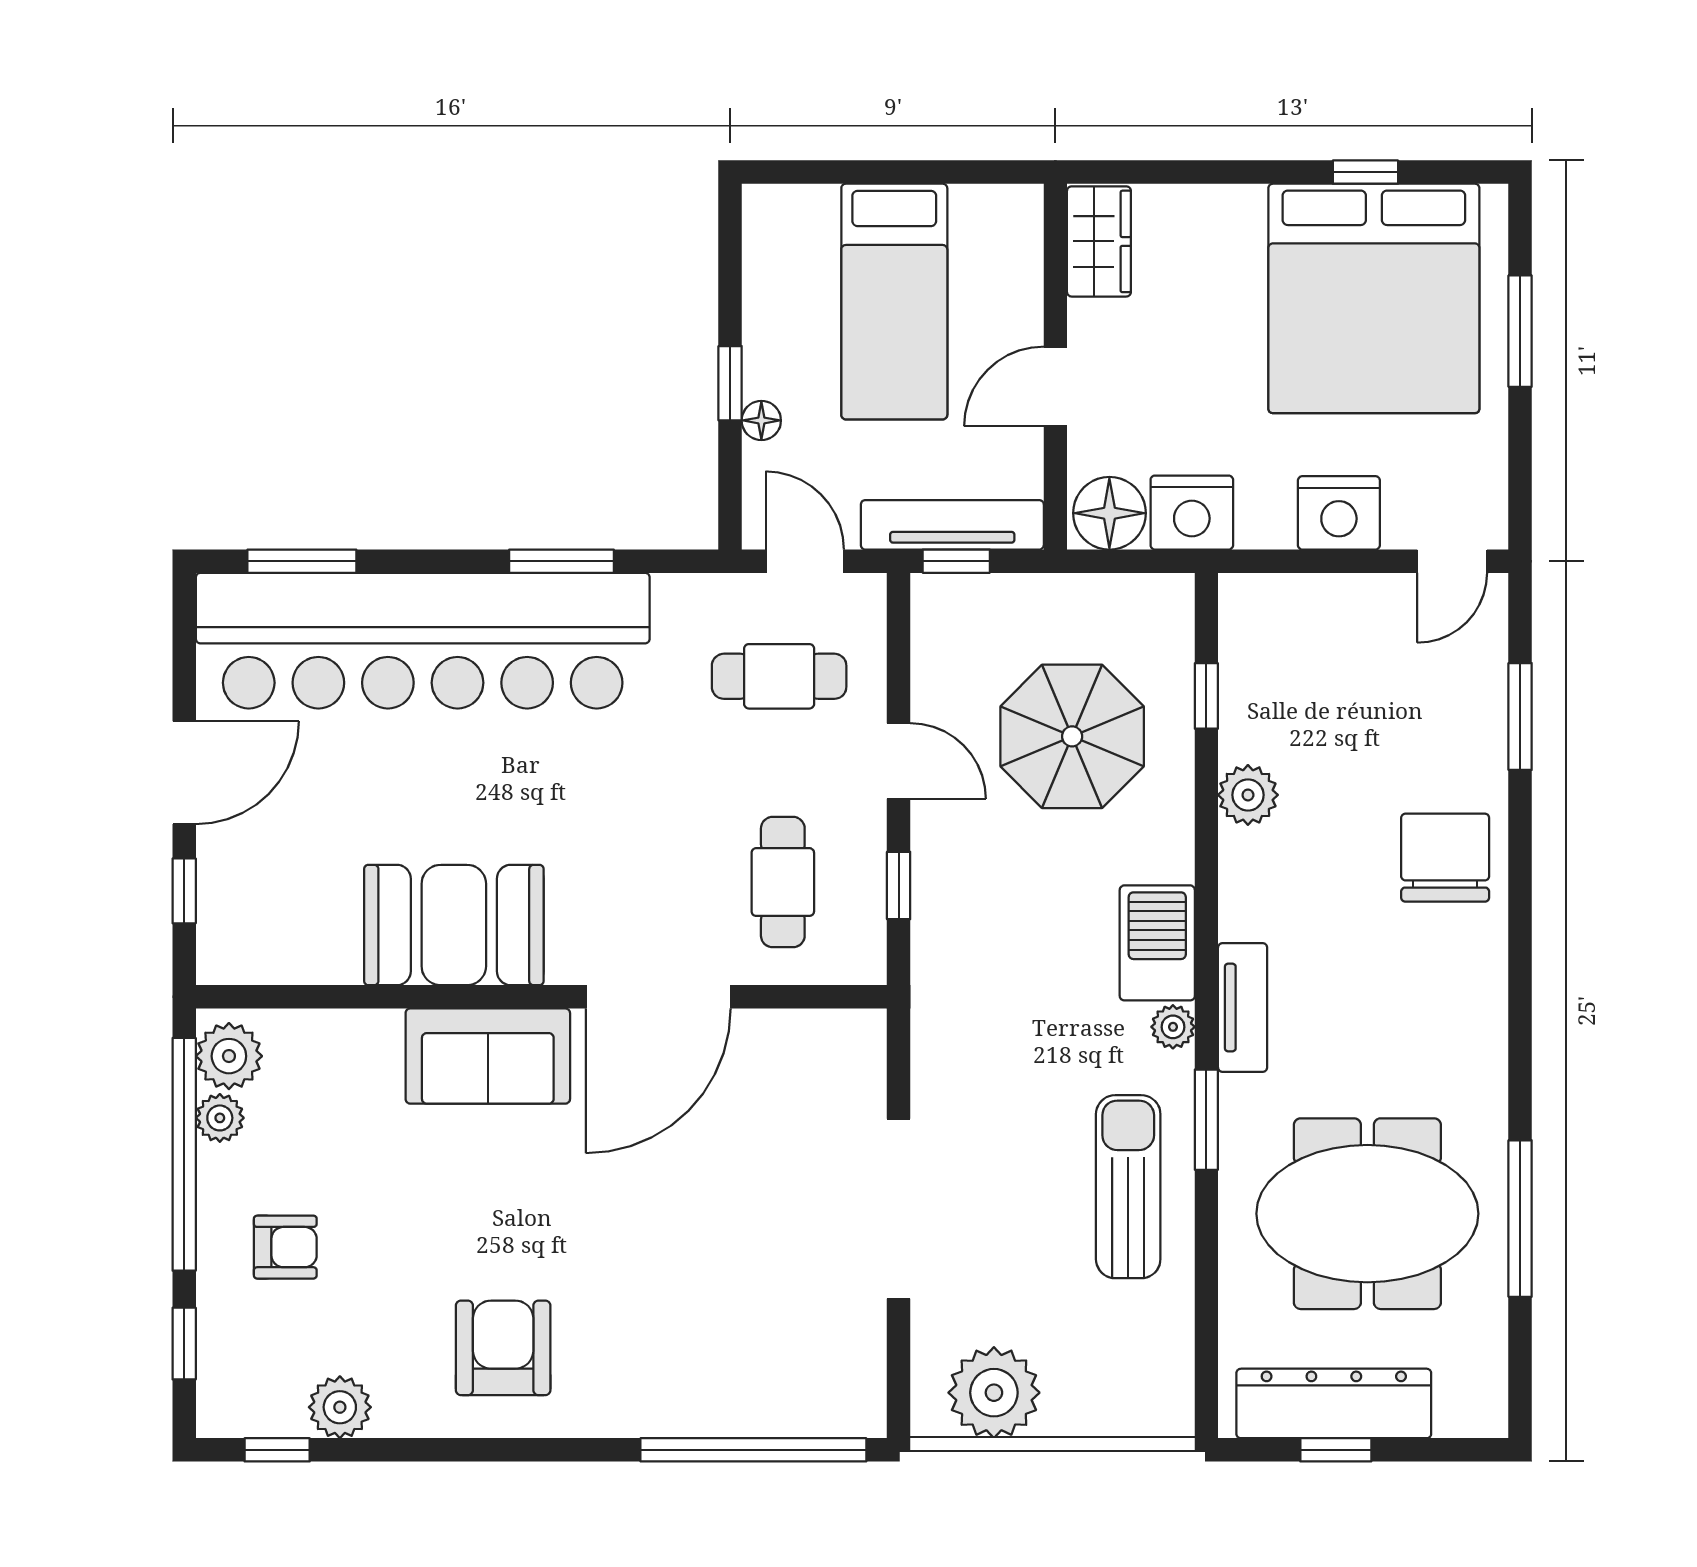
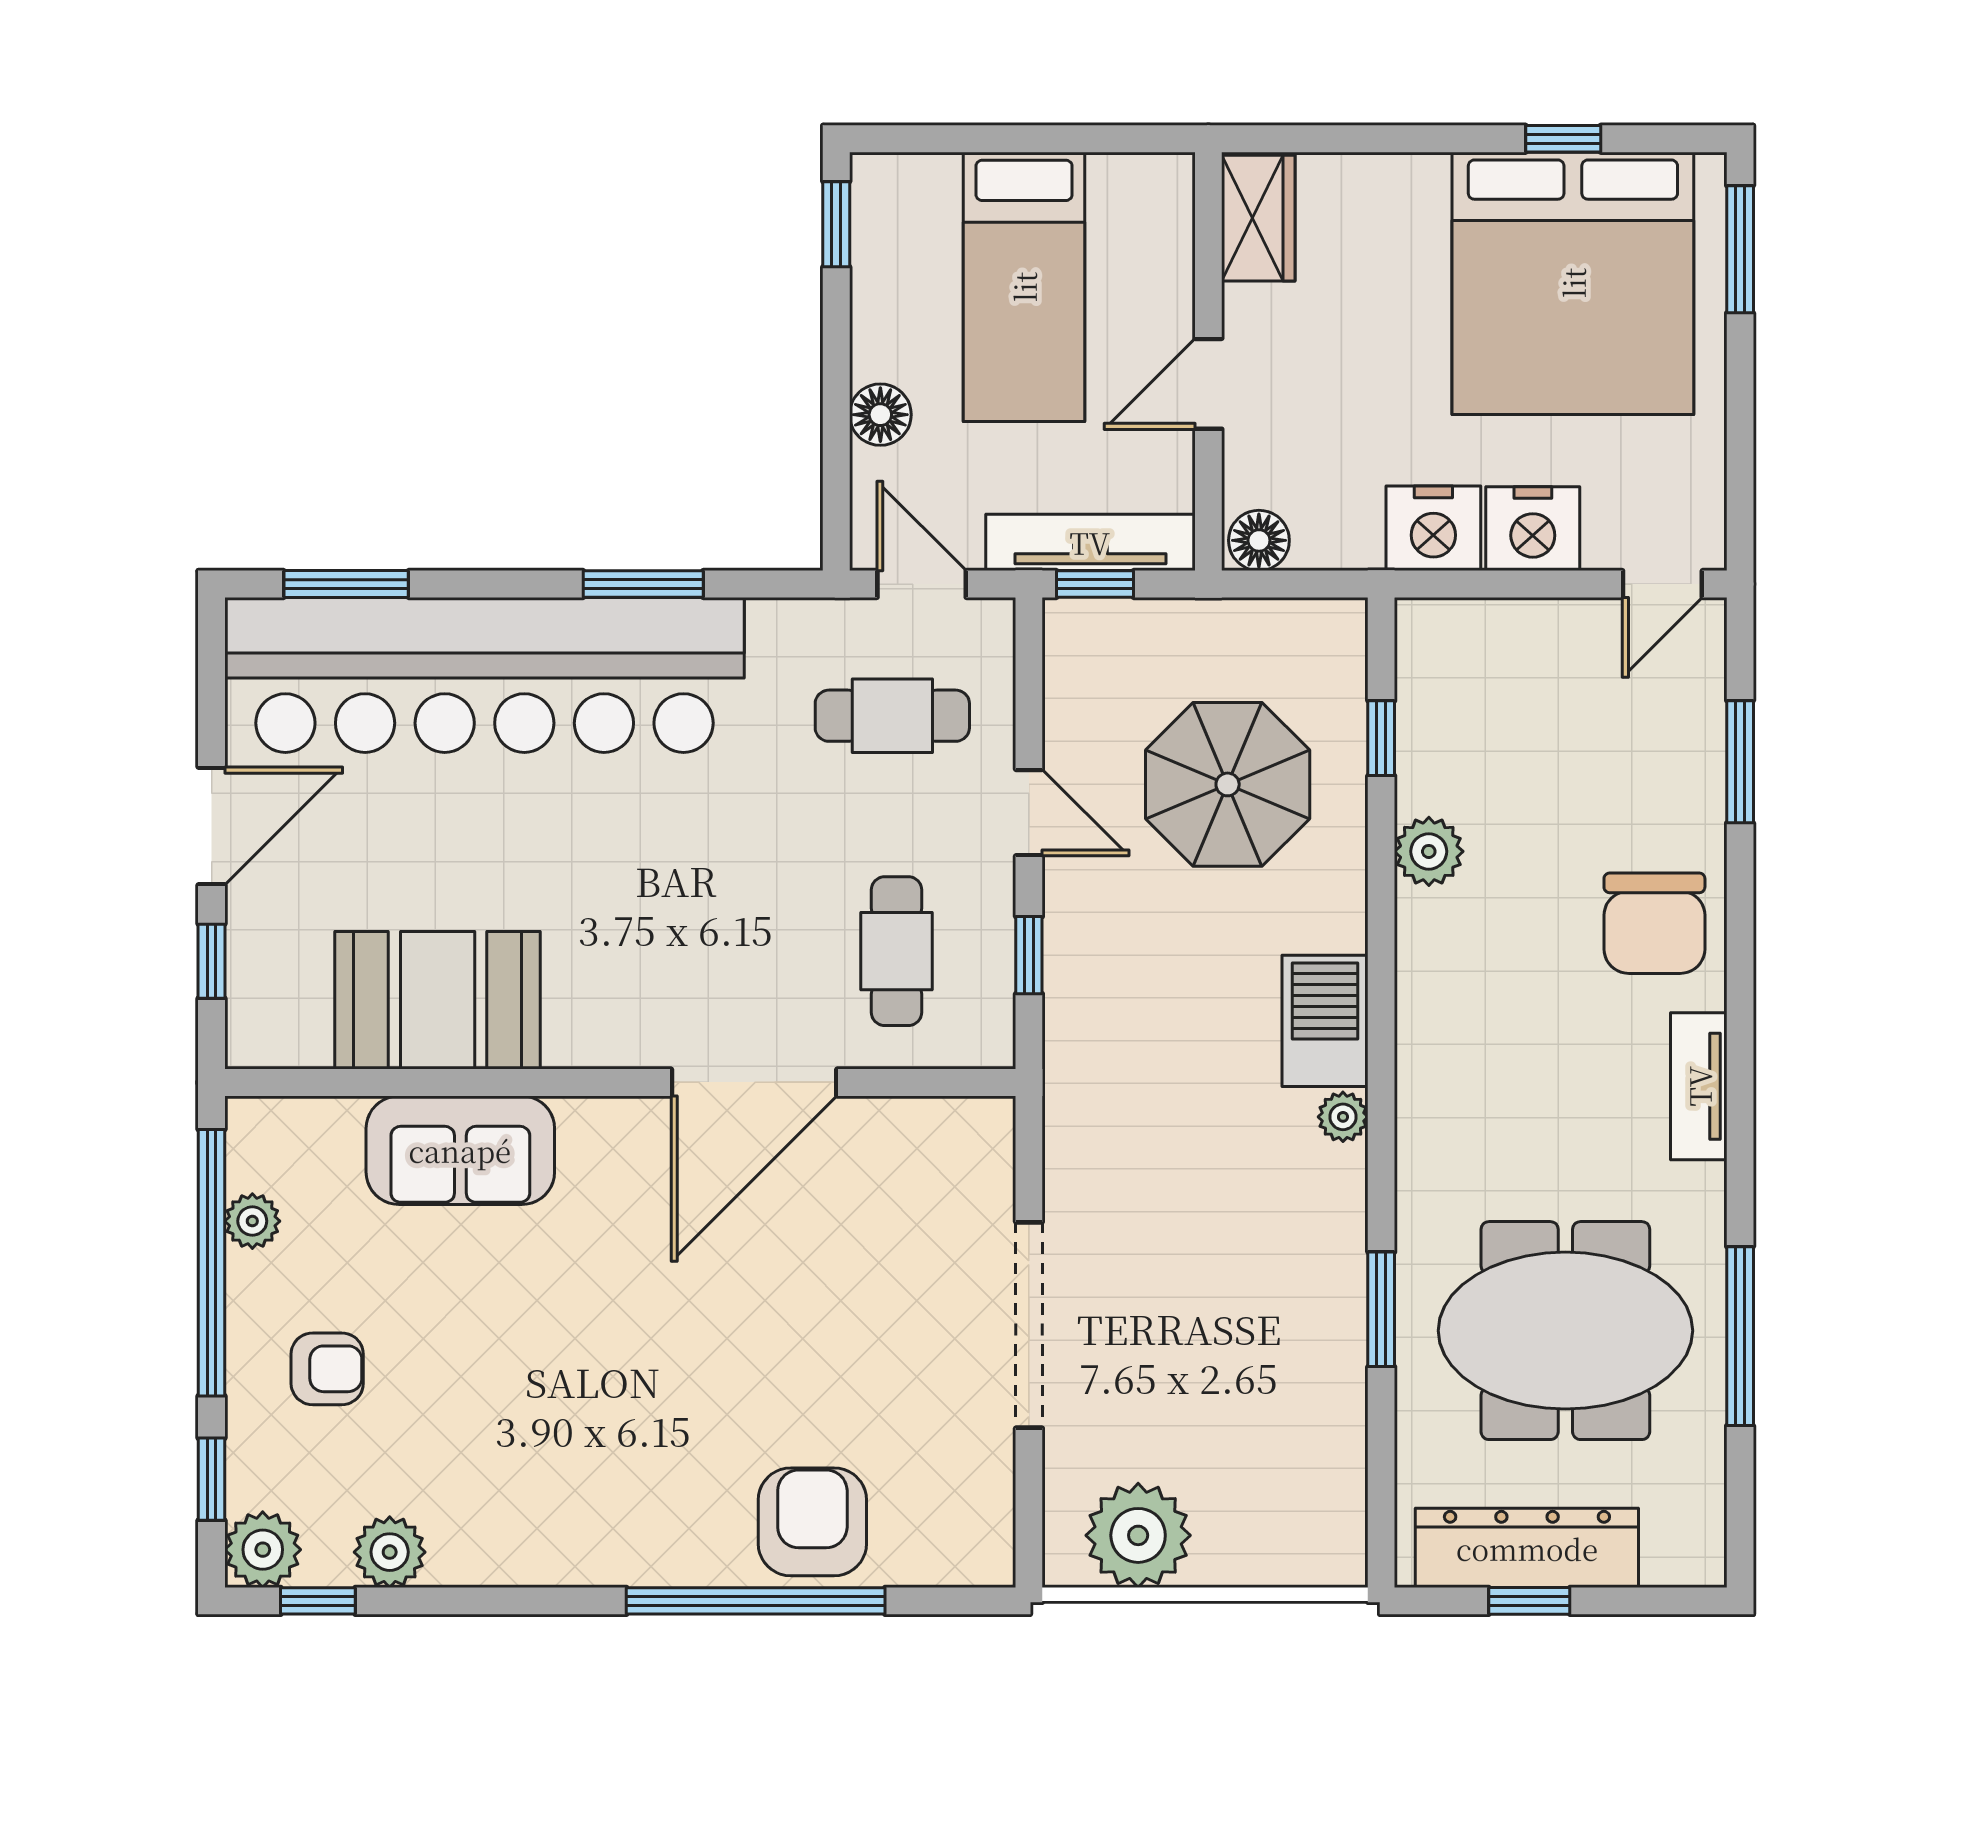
window: (1520, 331) -> (1740, 249), moved
window: (730, 383) -> (836, 224), moved
floor lamp: (761, 420) -> (880, 415), width x1.37, depth x1.37
floor lamp: (1109, 513) -> (1259, 540), width x0.73, depth x0.73
nightstand: (1192, 513) -> (1433, 528), moved
chair: (1445, 858) -> (1654, 923), turned 180
booth: (454, 925) -> (438, 1000), moved
tv unit: (1243, 1008) -> (1699, 1086), moved, turned 180
plant: (229, 1056) -> (263, 1550), moved
sofa: (488, 1056) -> (460, 1150), moved
window: (1206, 1120) -> (1381, 1309), moved
sun lounger: (1128, 1187) -> (1292, 1300), removed
armchair: (503, 1348) -> (812, 1522), moved
window: (753, 1450) -> (756, 1601), moved

